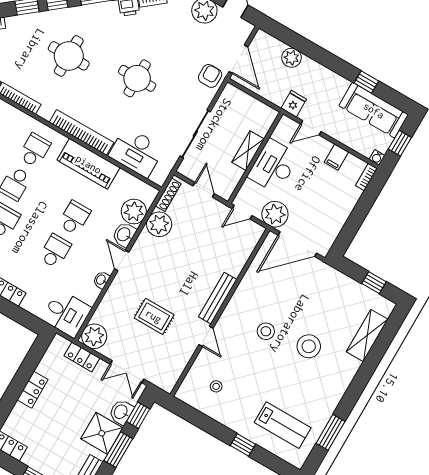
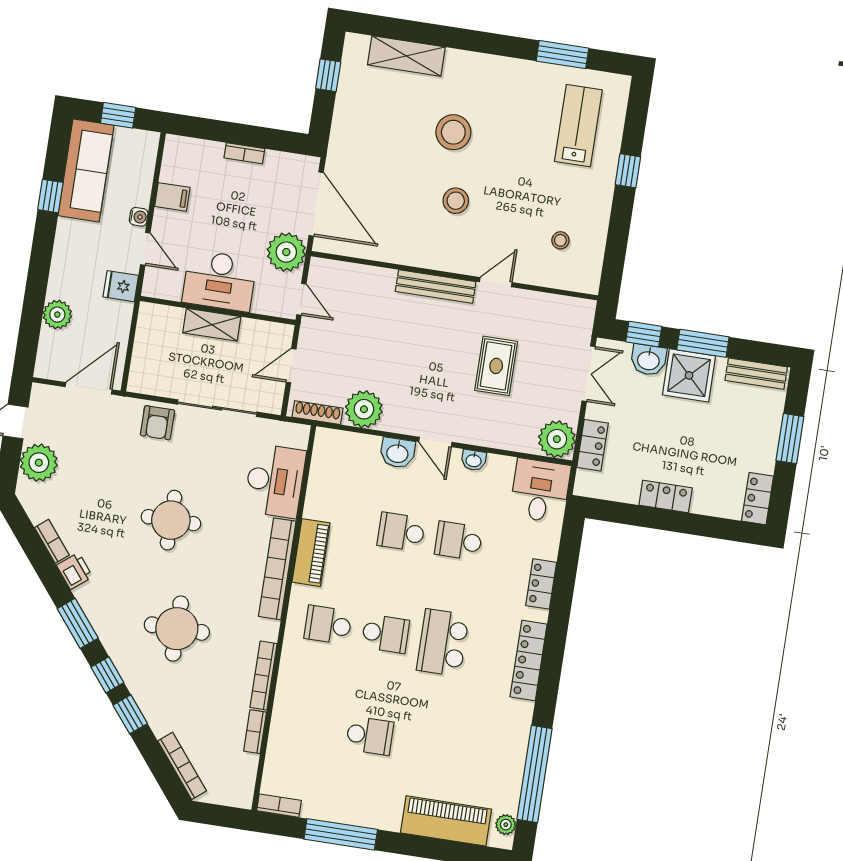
armchair: (210, 76) -> (157, 423), moved, turned -90
water cooler: (377, 157) -> (139, 217), moved
piano: (89, 164) -> (311, 553), width x0.73, depth x0.75
bookcase: (366, 177) -> (244, 153), moved
plant: (134, 211) -> (360, 452), removed
door: (122, 261) -> (435, 442), hinge flipped

